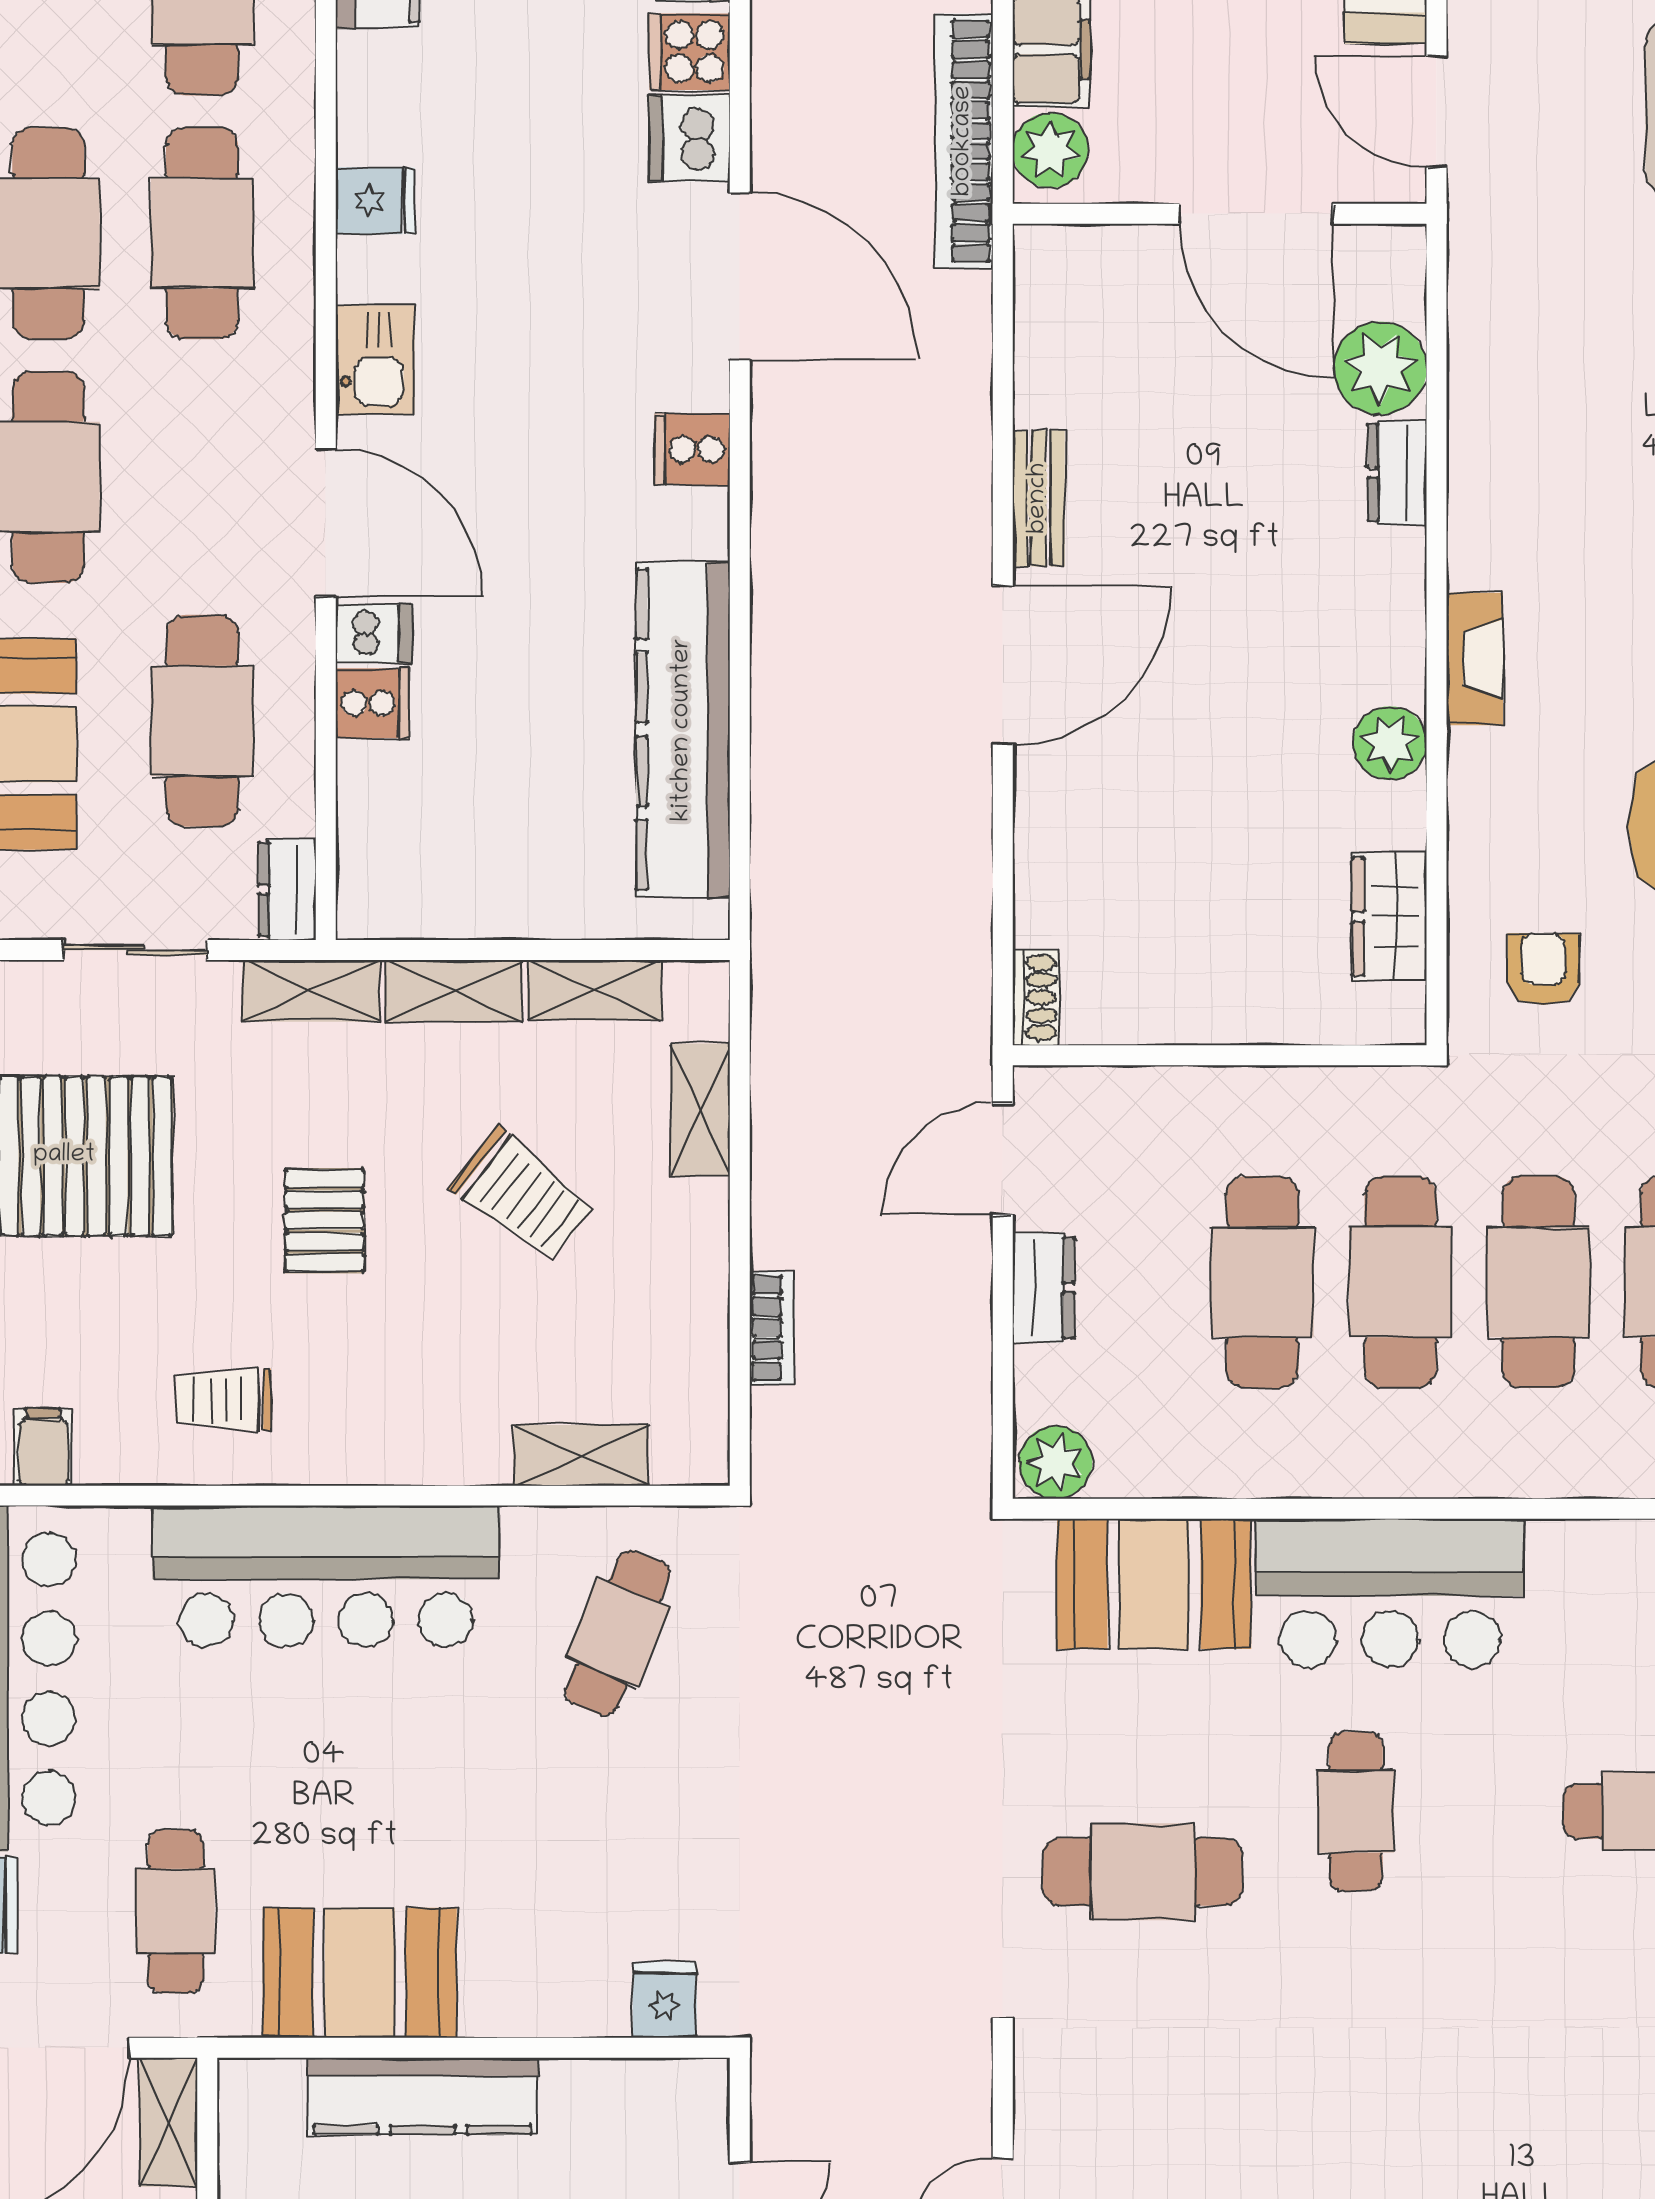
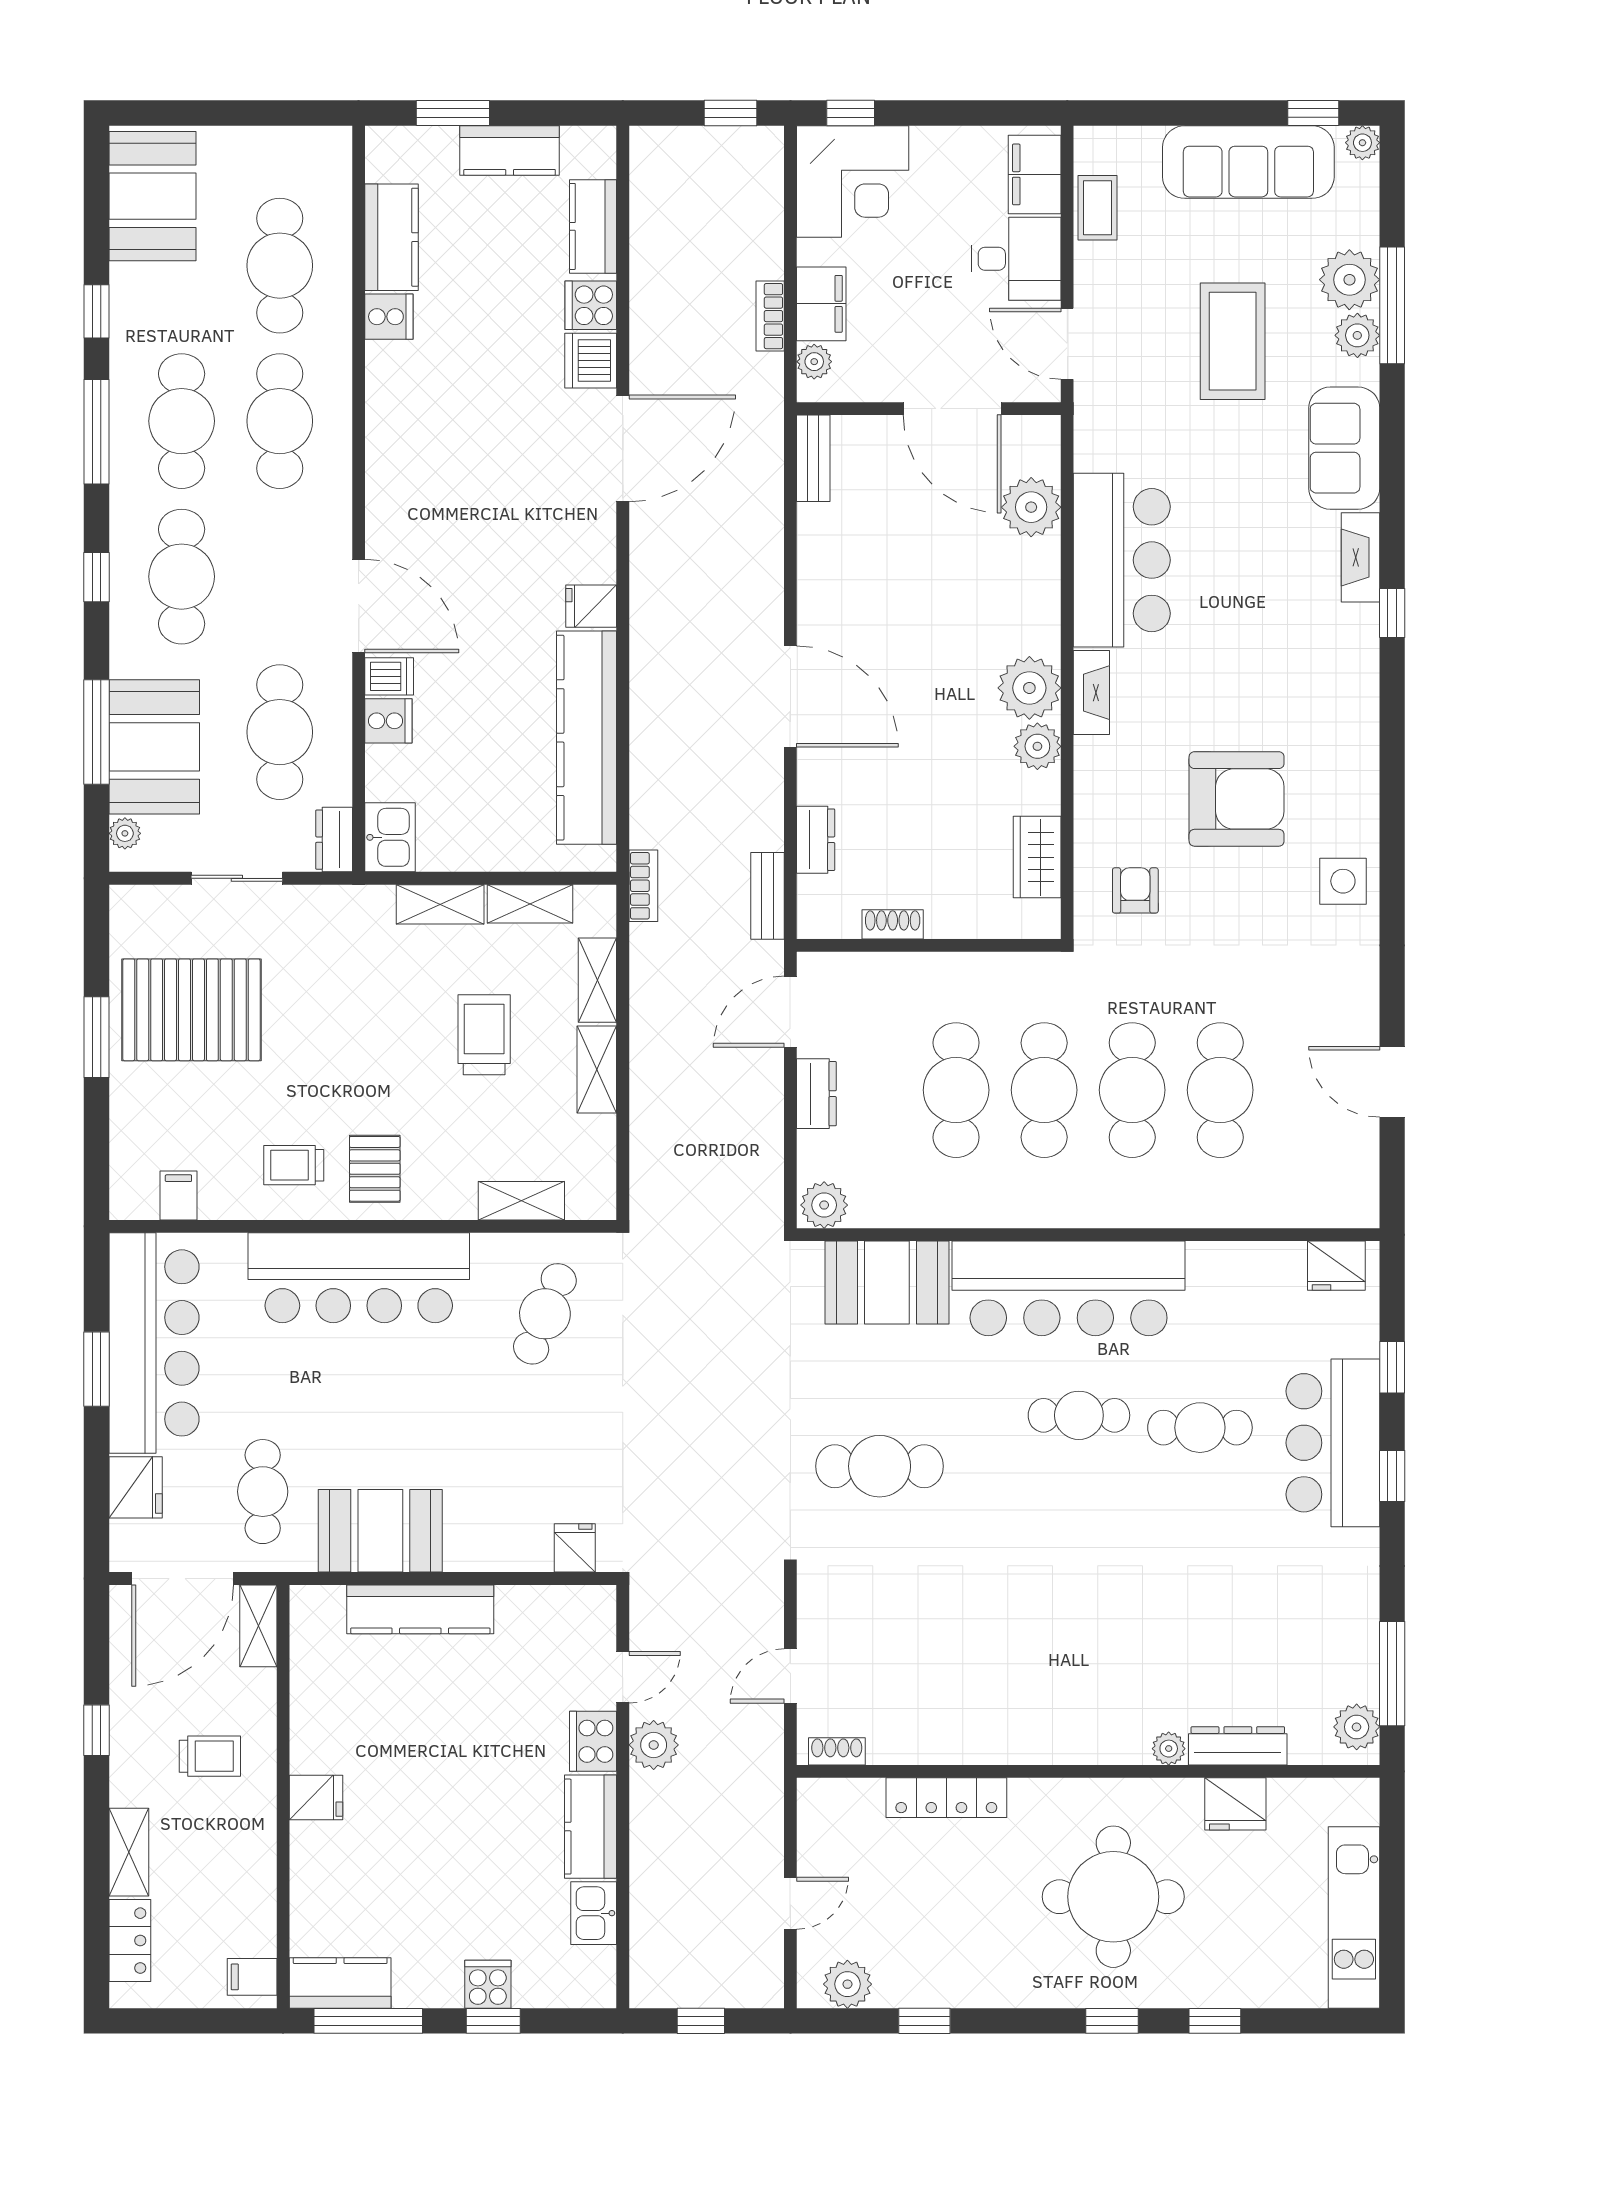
bookcase: (964, 141) -> (770, 316), width x0.43, depth x0.76
plant: (1050, 150) -> (814, 362), width x0.73, depth x0.73
fridge: (375, 201) -> (591, 606), moved, turned 180
door: (740, 276) -> (623, 448), hinge flipped
kitchen sink: (375, 360) -> (390, 837), moved
cooker: (692, 449) -> (389, 317), moved, turned 180
bar counter: (1522, 451) -> (1122, 560), added
dresser: (1397, 473) -> (816, 840), moved, turned 180
bench: (1039, 498) -> (813, 458), moved
plant: (1377, 652) -> (1029, 688), added
door: (1003, 665) -> (790, 696), hinge flipped
bench: (967, 977) -> (768, 896), added
shelving: (311, 991) -> (597, 1070), moved, turned 90
shoe rack: (1036, 998) -> (893, 924), moved, turned -90
trolley: (523, 1195) -> (484, 1035), turned -128
pallet: (325, 1221) -> (375, 1169), moved
bookcase: (772, 1328) -> (643, 886), moved
bar counter: (1390, 1593) -> (1069, 1288), width x1.36
cafe table: (1356, 1811) -> (1079, 1415), moved, turned 90

